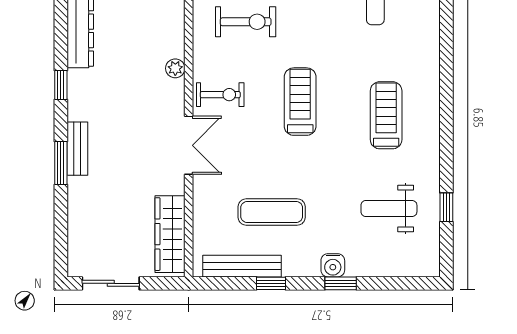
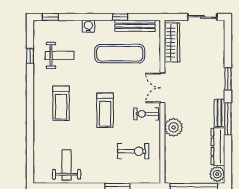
exercise bike: (246, 22) -> (133, 151), turned 180
plant: (175, 68) -> (174, 127), width x1.88, depth x1.88
window: (61, 85) -> (228, 119), width x2.17
bench: (77, 149) -> (220, 113), moved
exercise mat: (272, 212) -> (120, 54), width x1.36, depth x1.45
window: (341, 283) -> (50, 17), moved

